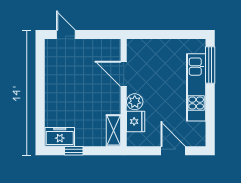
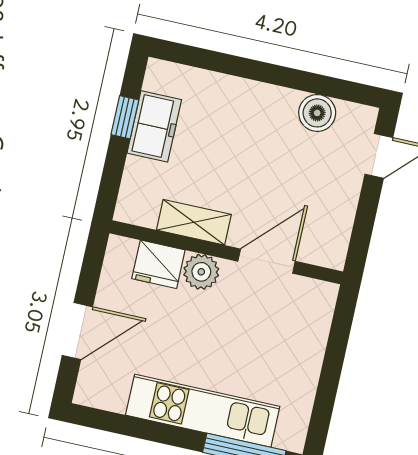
boiler: (53, 66) -> (317, 113), added
shelving: (114, 130) -> (194, 222), moved
freezer: (60, 137) -> (154, 126), moved

